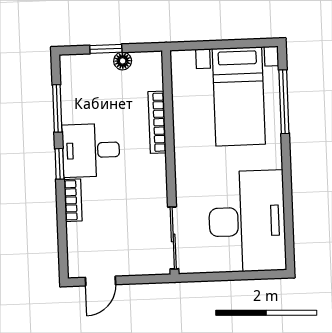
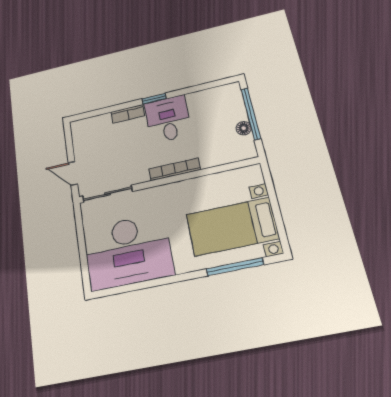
window: (106, 49) -> (251, 114), width x2.17
window: (57, 108) -> (197, 88), removed
bookcase: (157, 122) -> (175, 169), moved
door: (100, 281) -> (73, 173), moved

